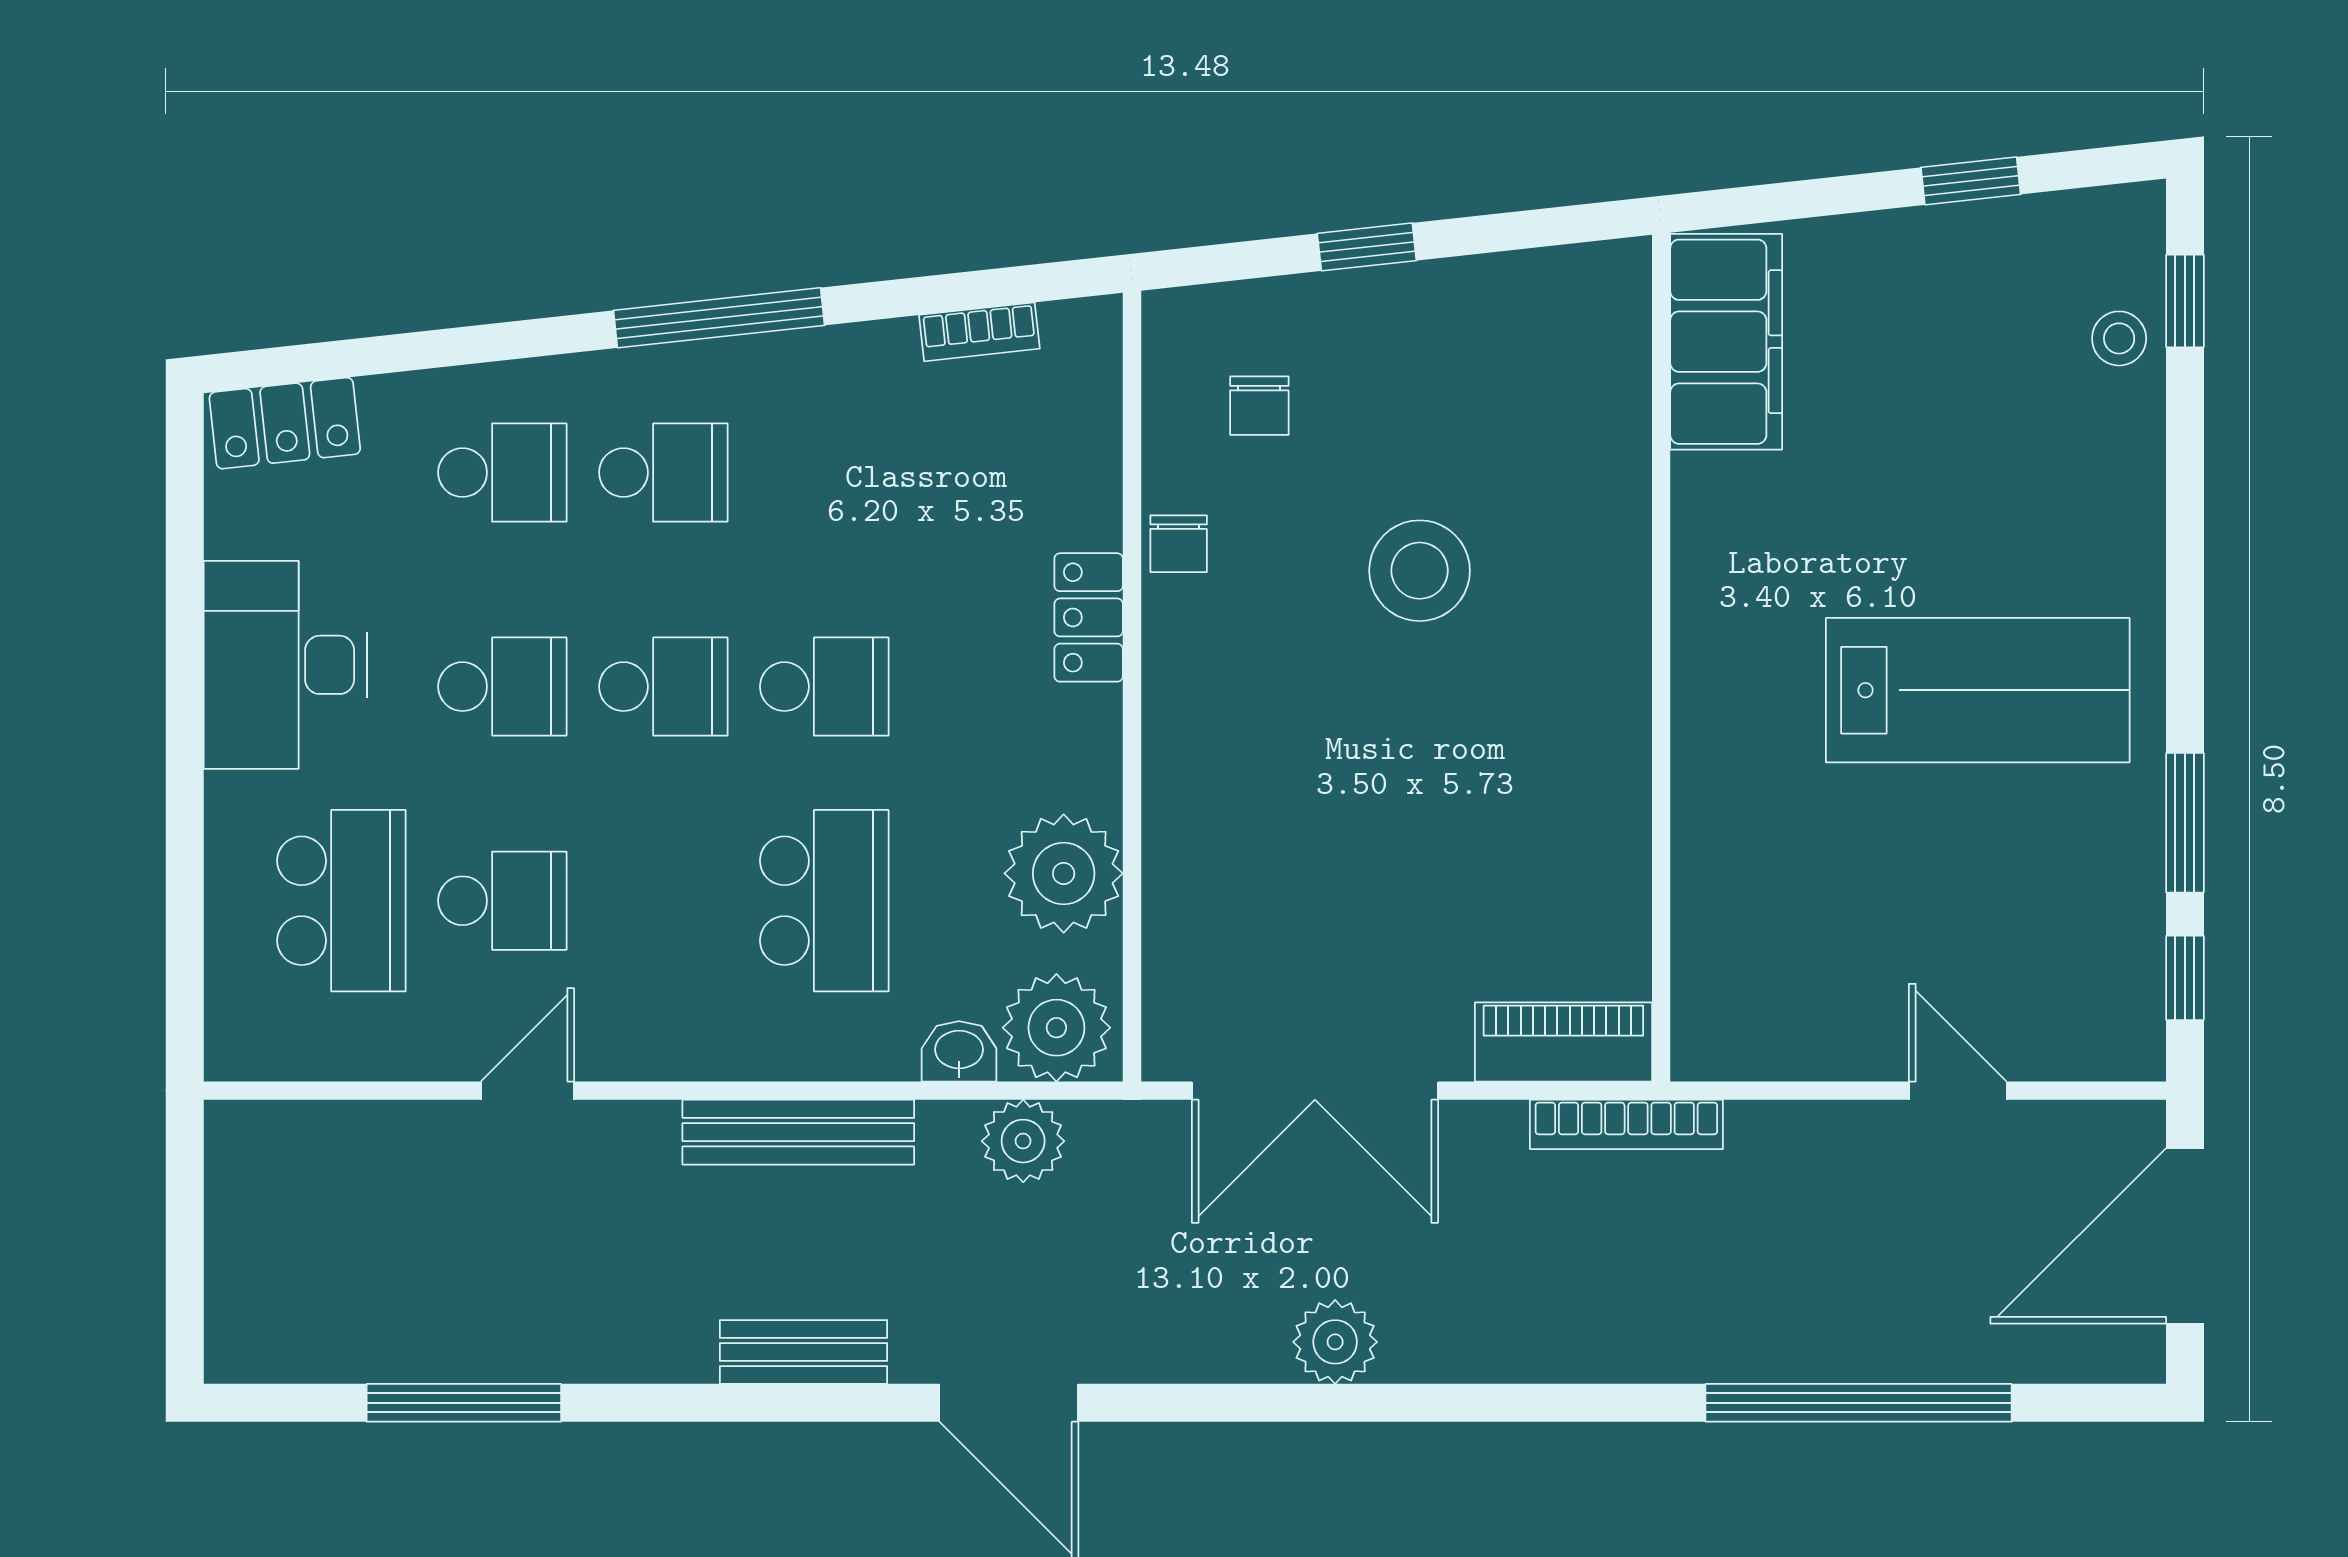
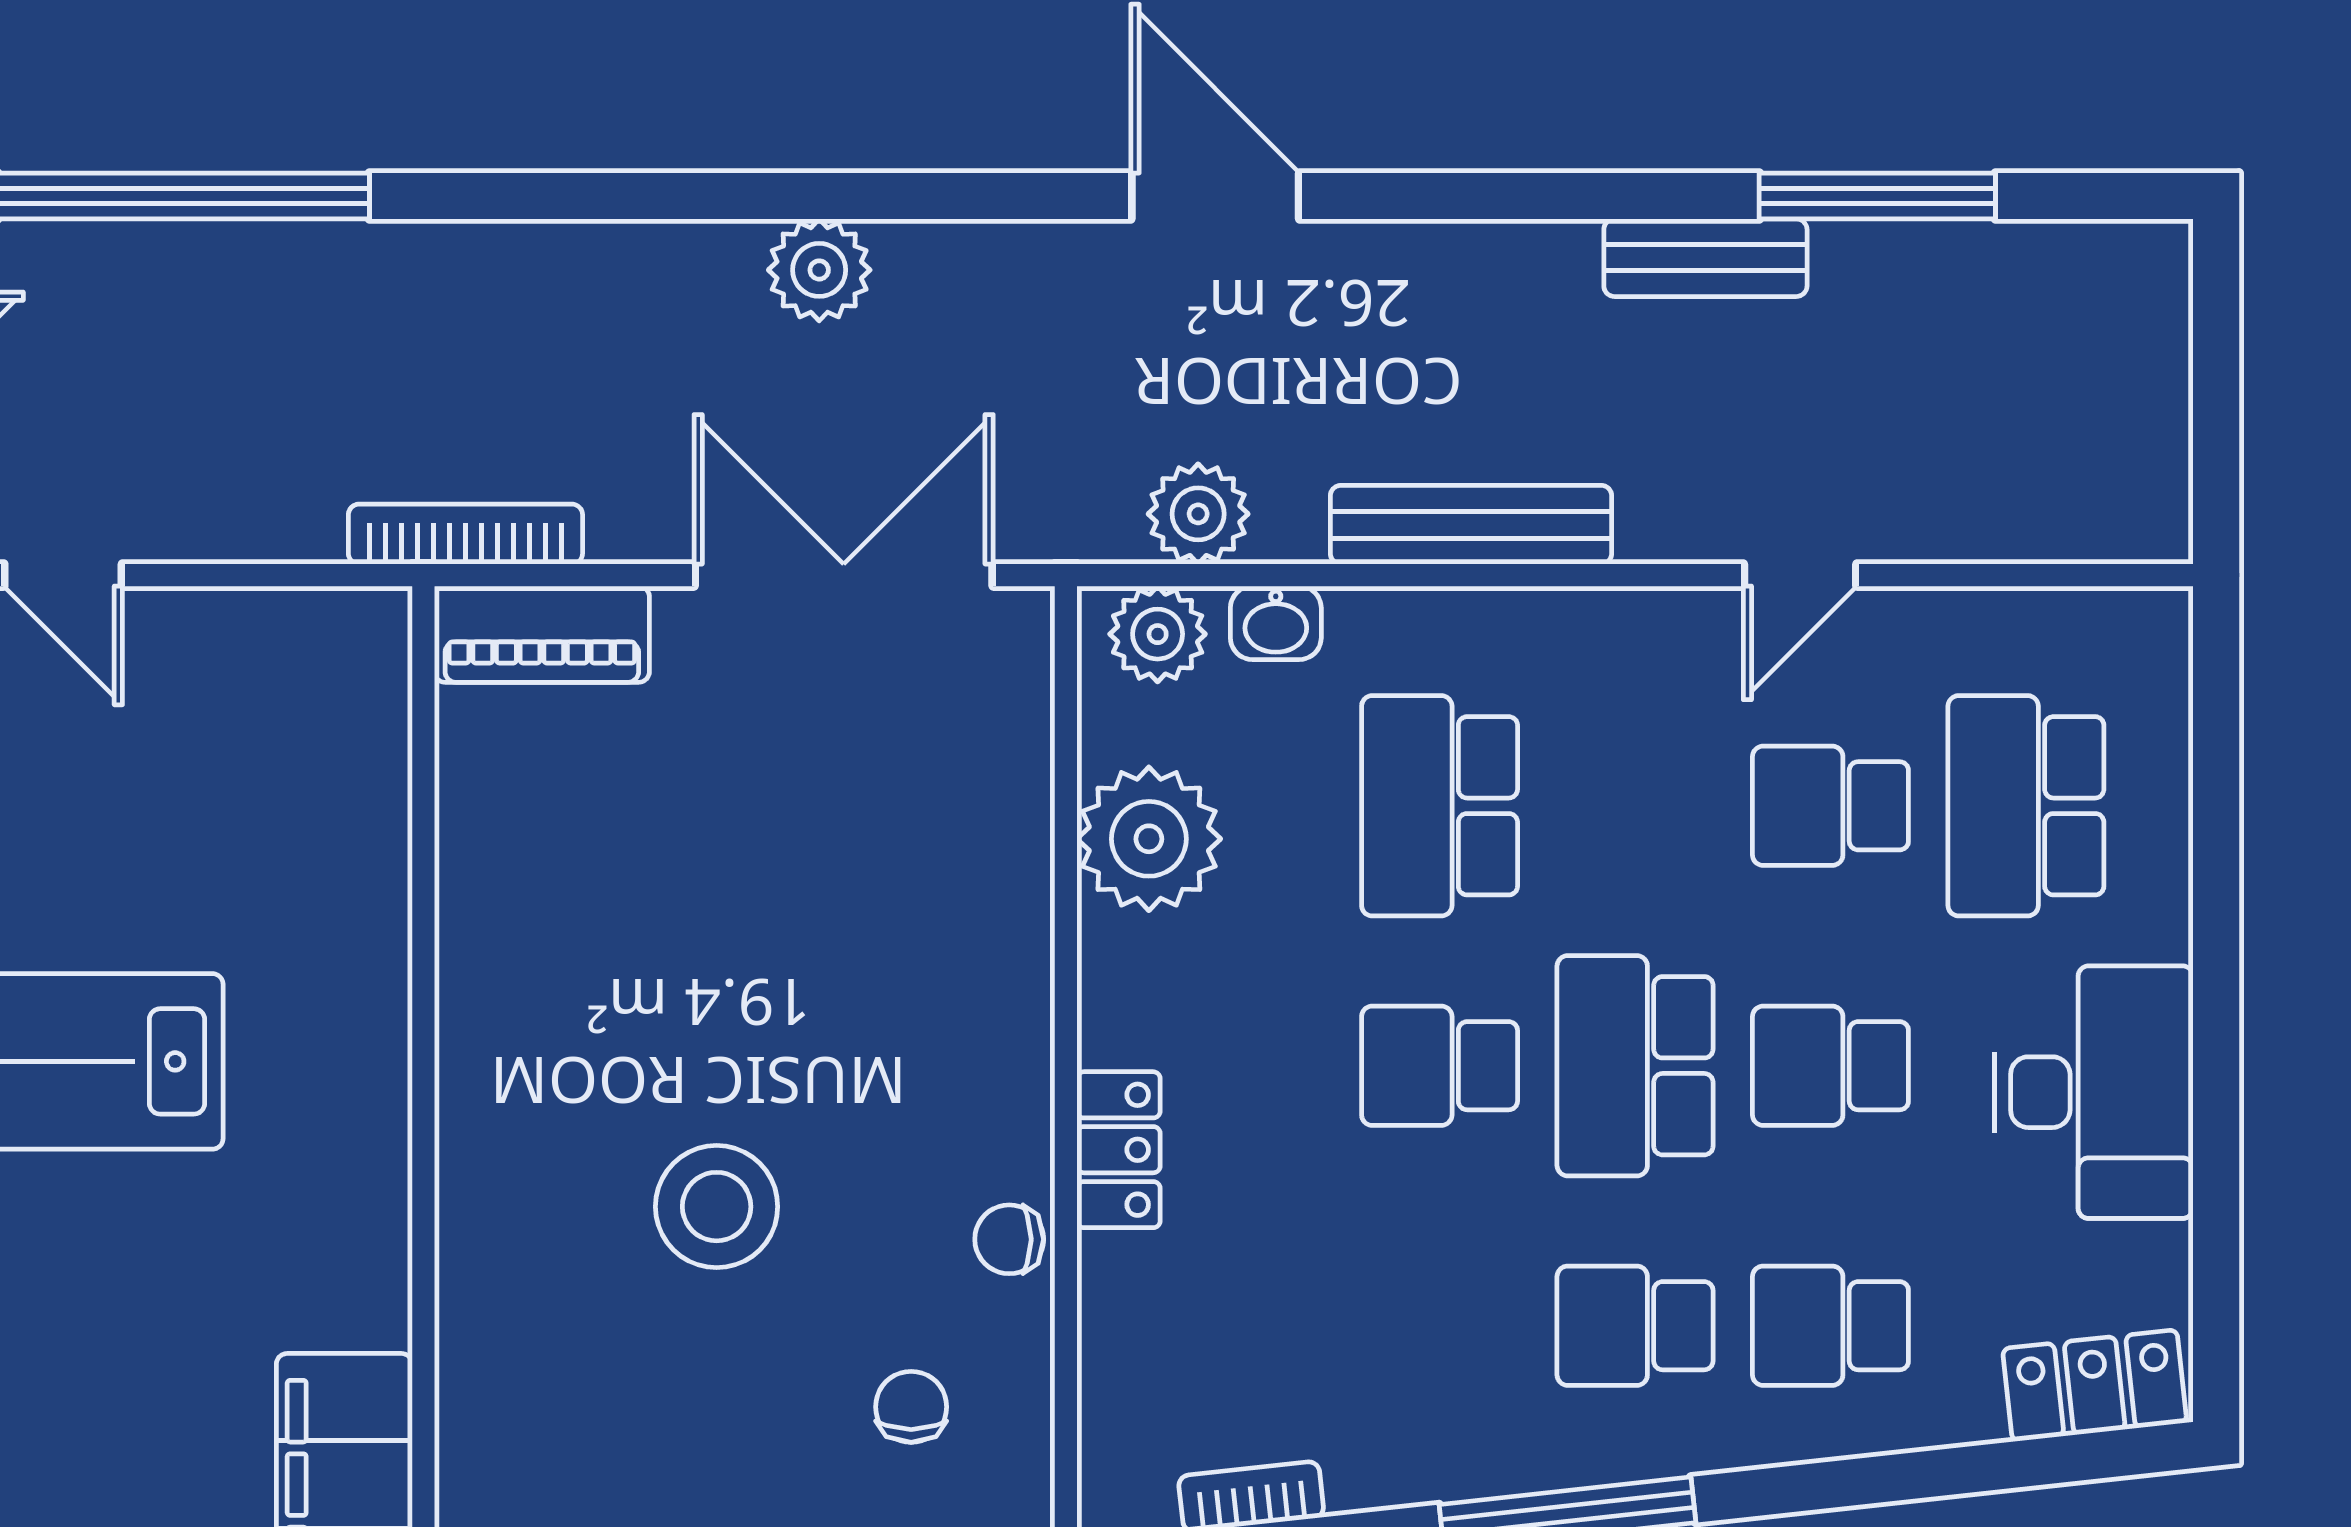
chair: (1179, 544) -> (1009, 1239), turned -90
school desk: (663, 687) -> (1635, 1066), width x1.85
plant: (1056, 1028) -> (1158, 634), width x0.73, depth x0.73
bench: (803, 1352) -> (1705, 258), moved

